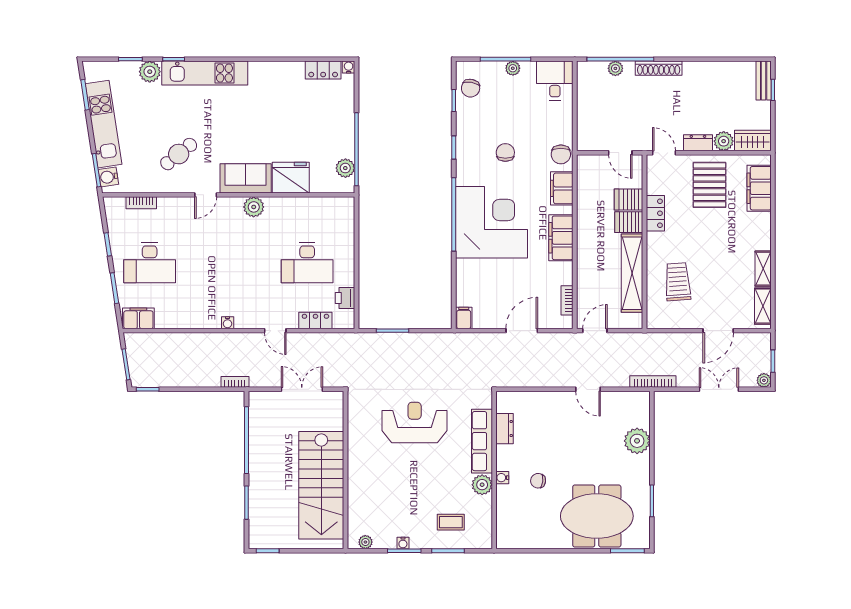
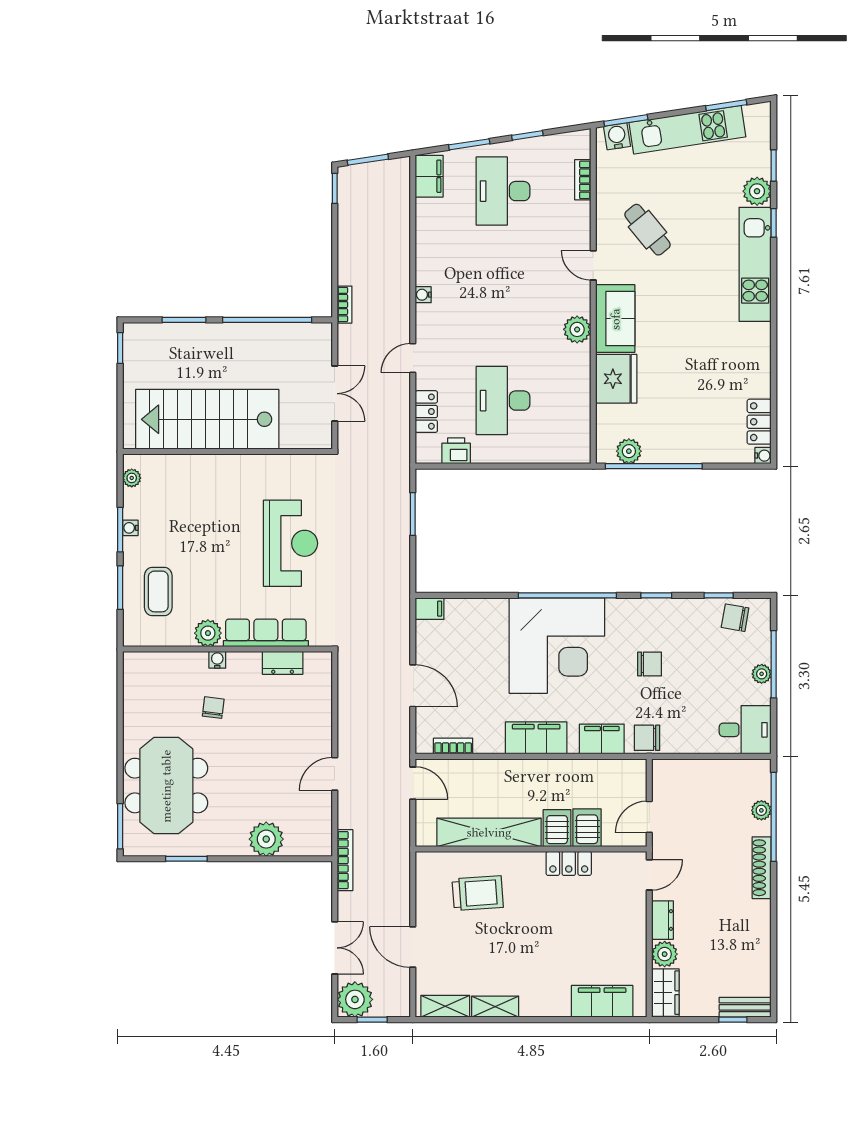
pallet: (709, 185) -> (607, 935), removed
plant: (764, 380) -> (355, 999), width x1.88, depth x1.88
coffee table: (451, 522) -> (158, 591), width x1.36, depth x1.30

